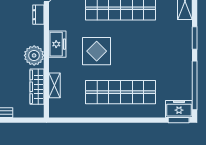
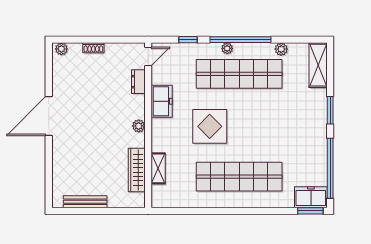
freezer: (57, 44) -> (162, 101), moved
plant: (34, 55) -> (139, 126), width x0.53, depth x0.53

